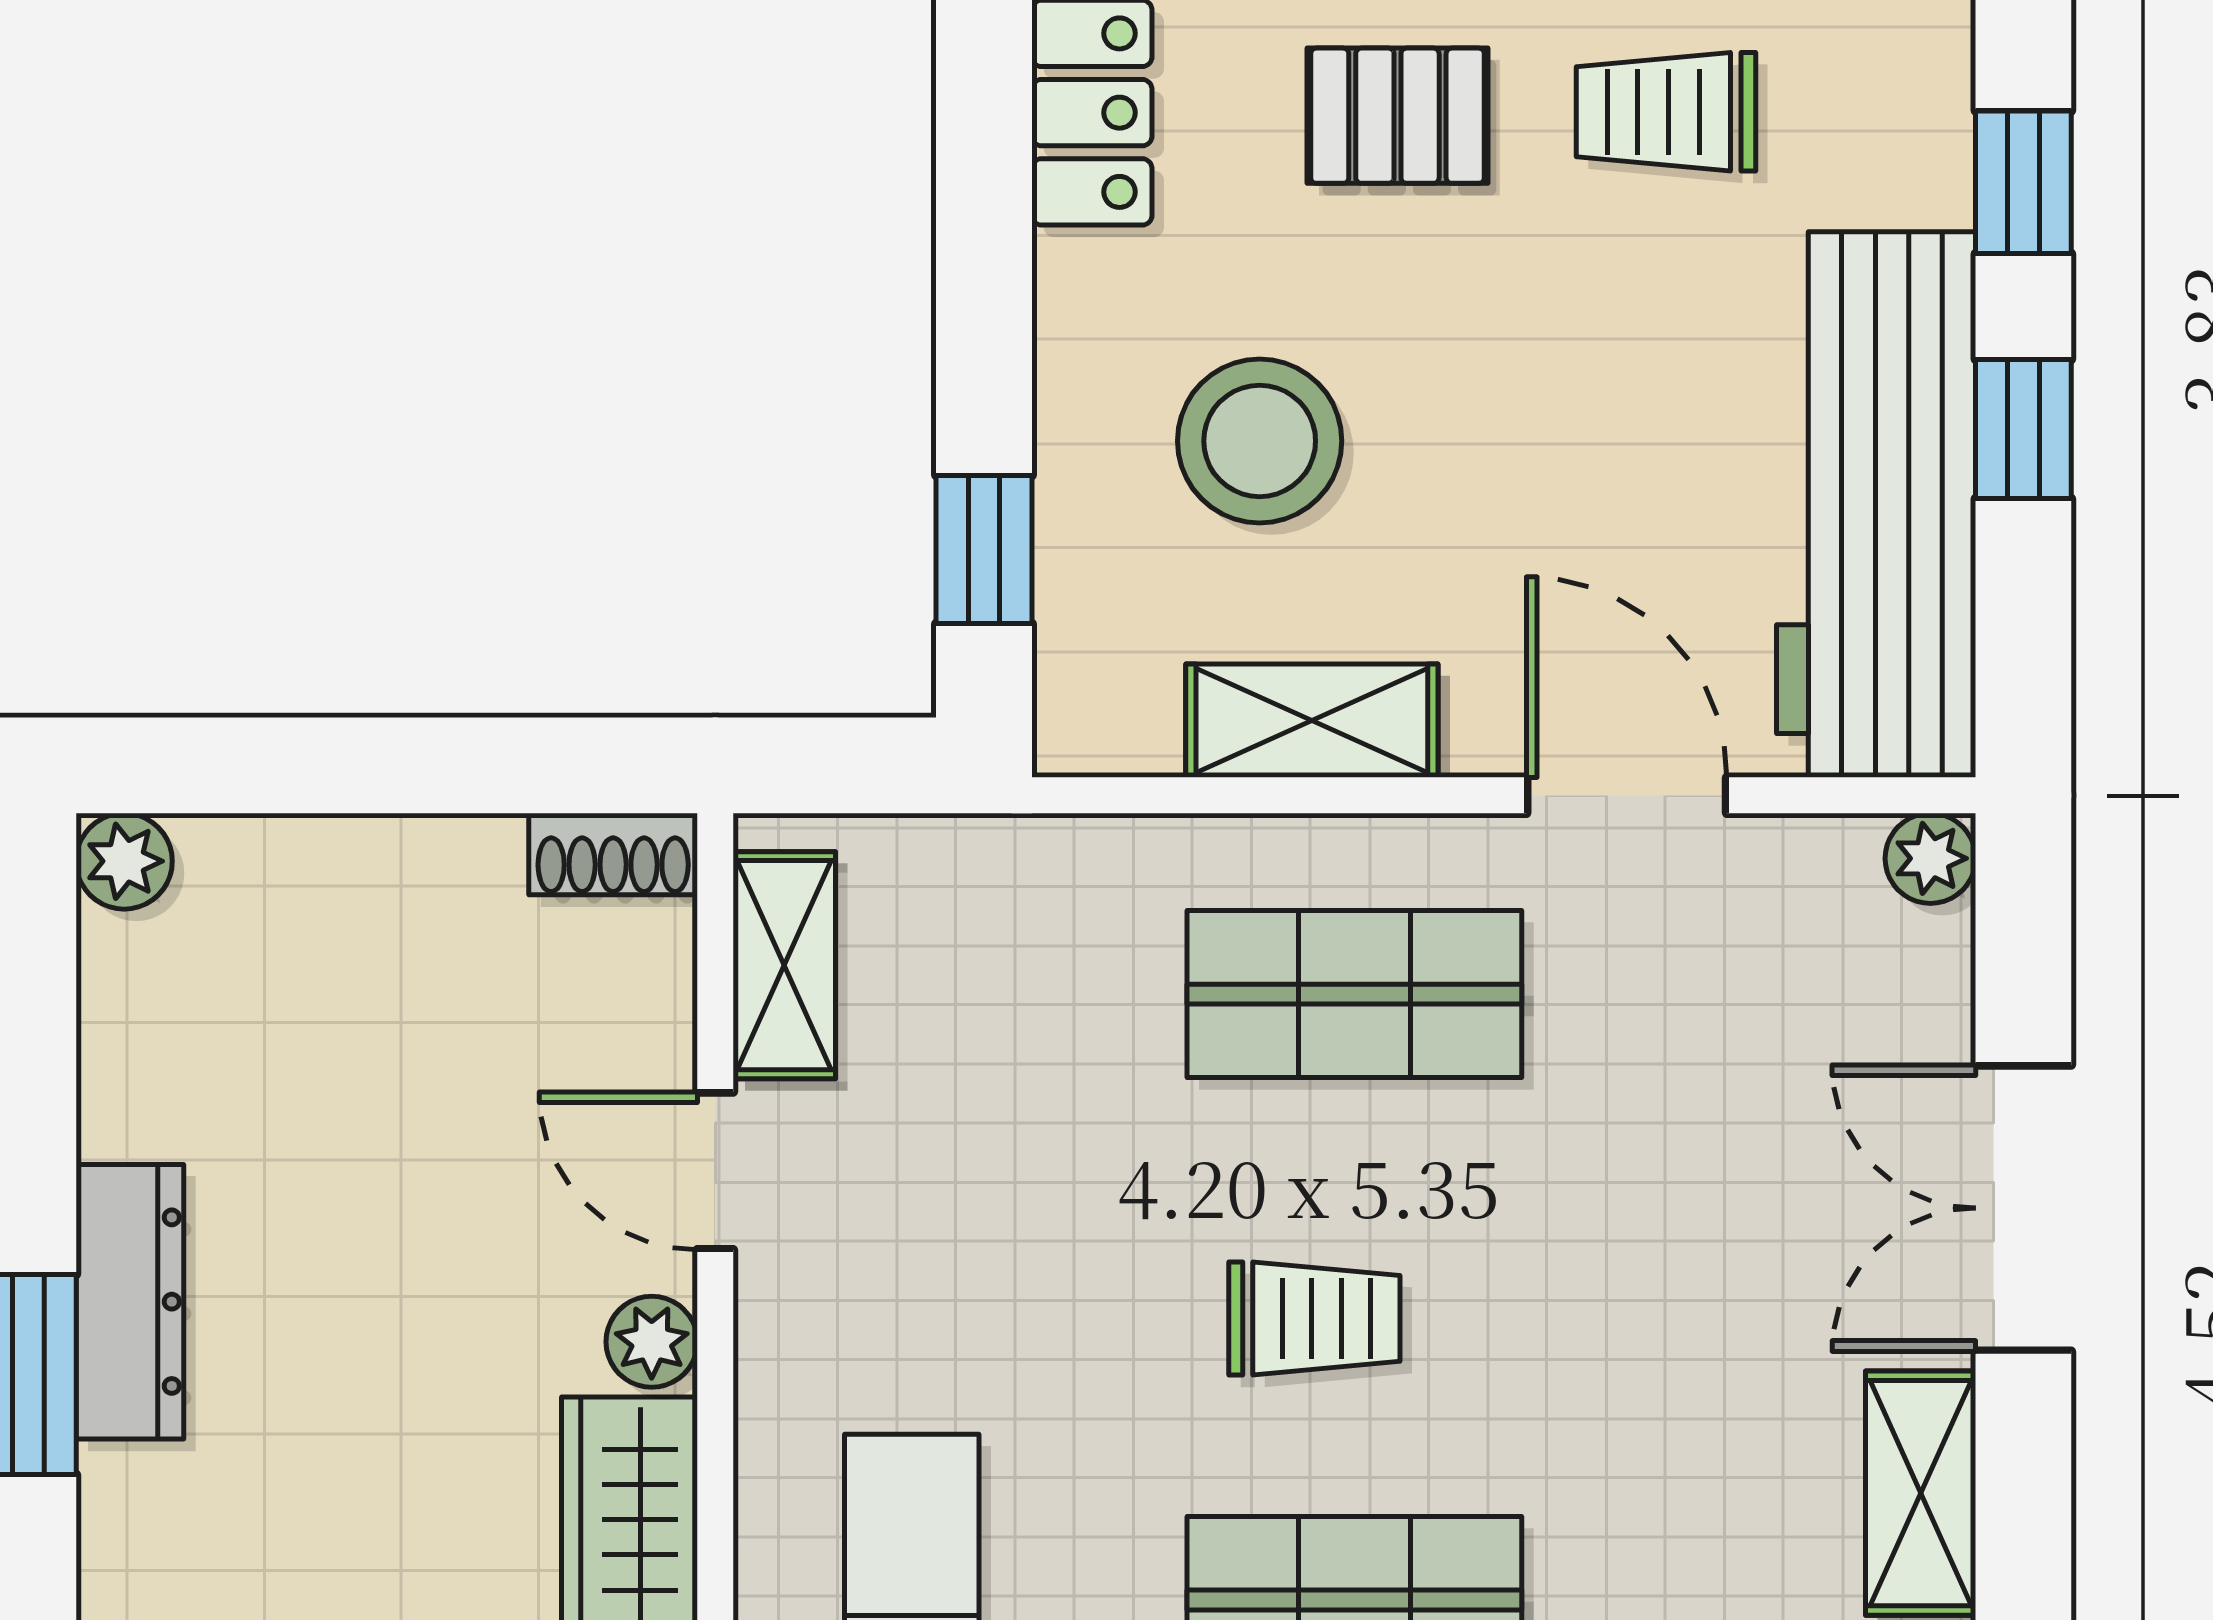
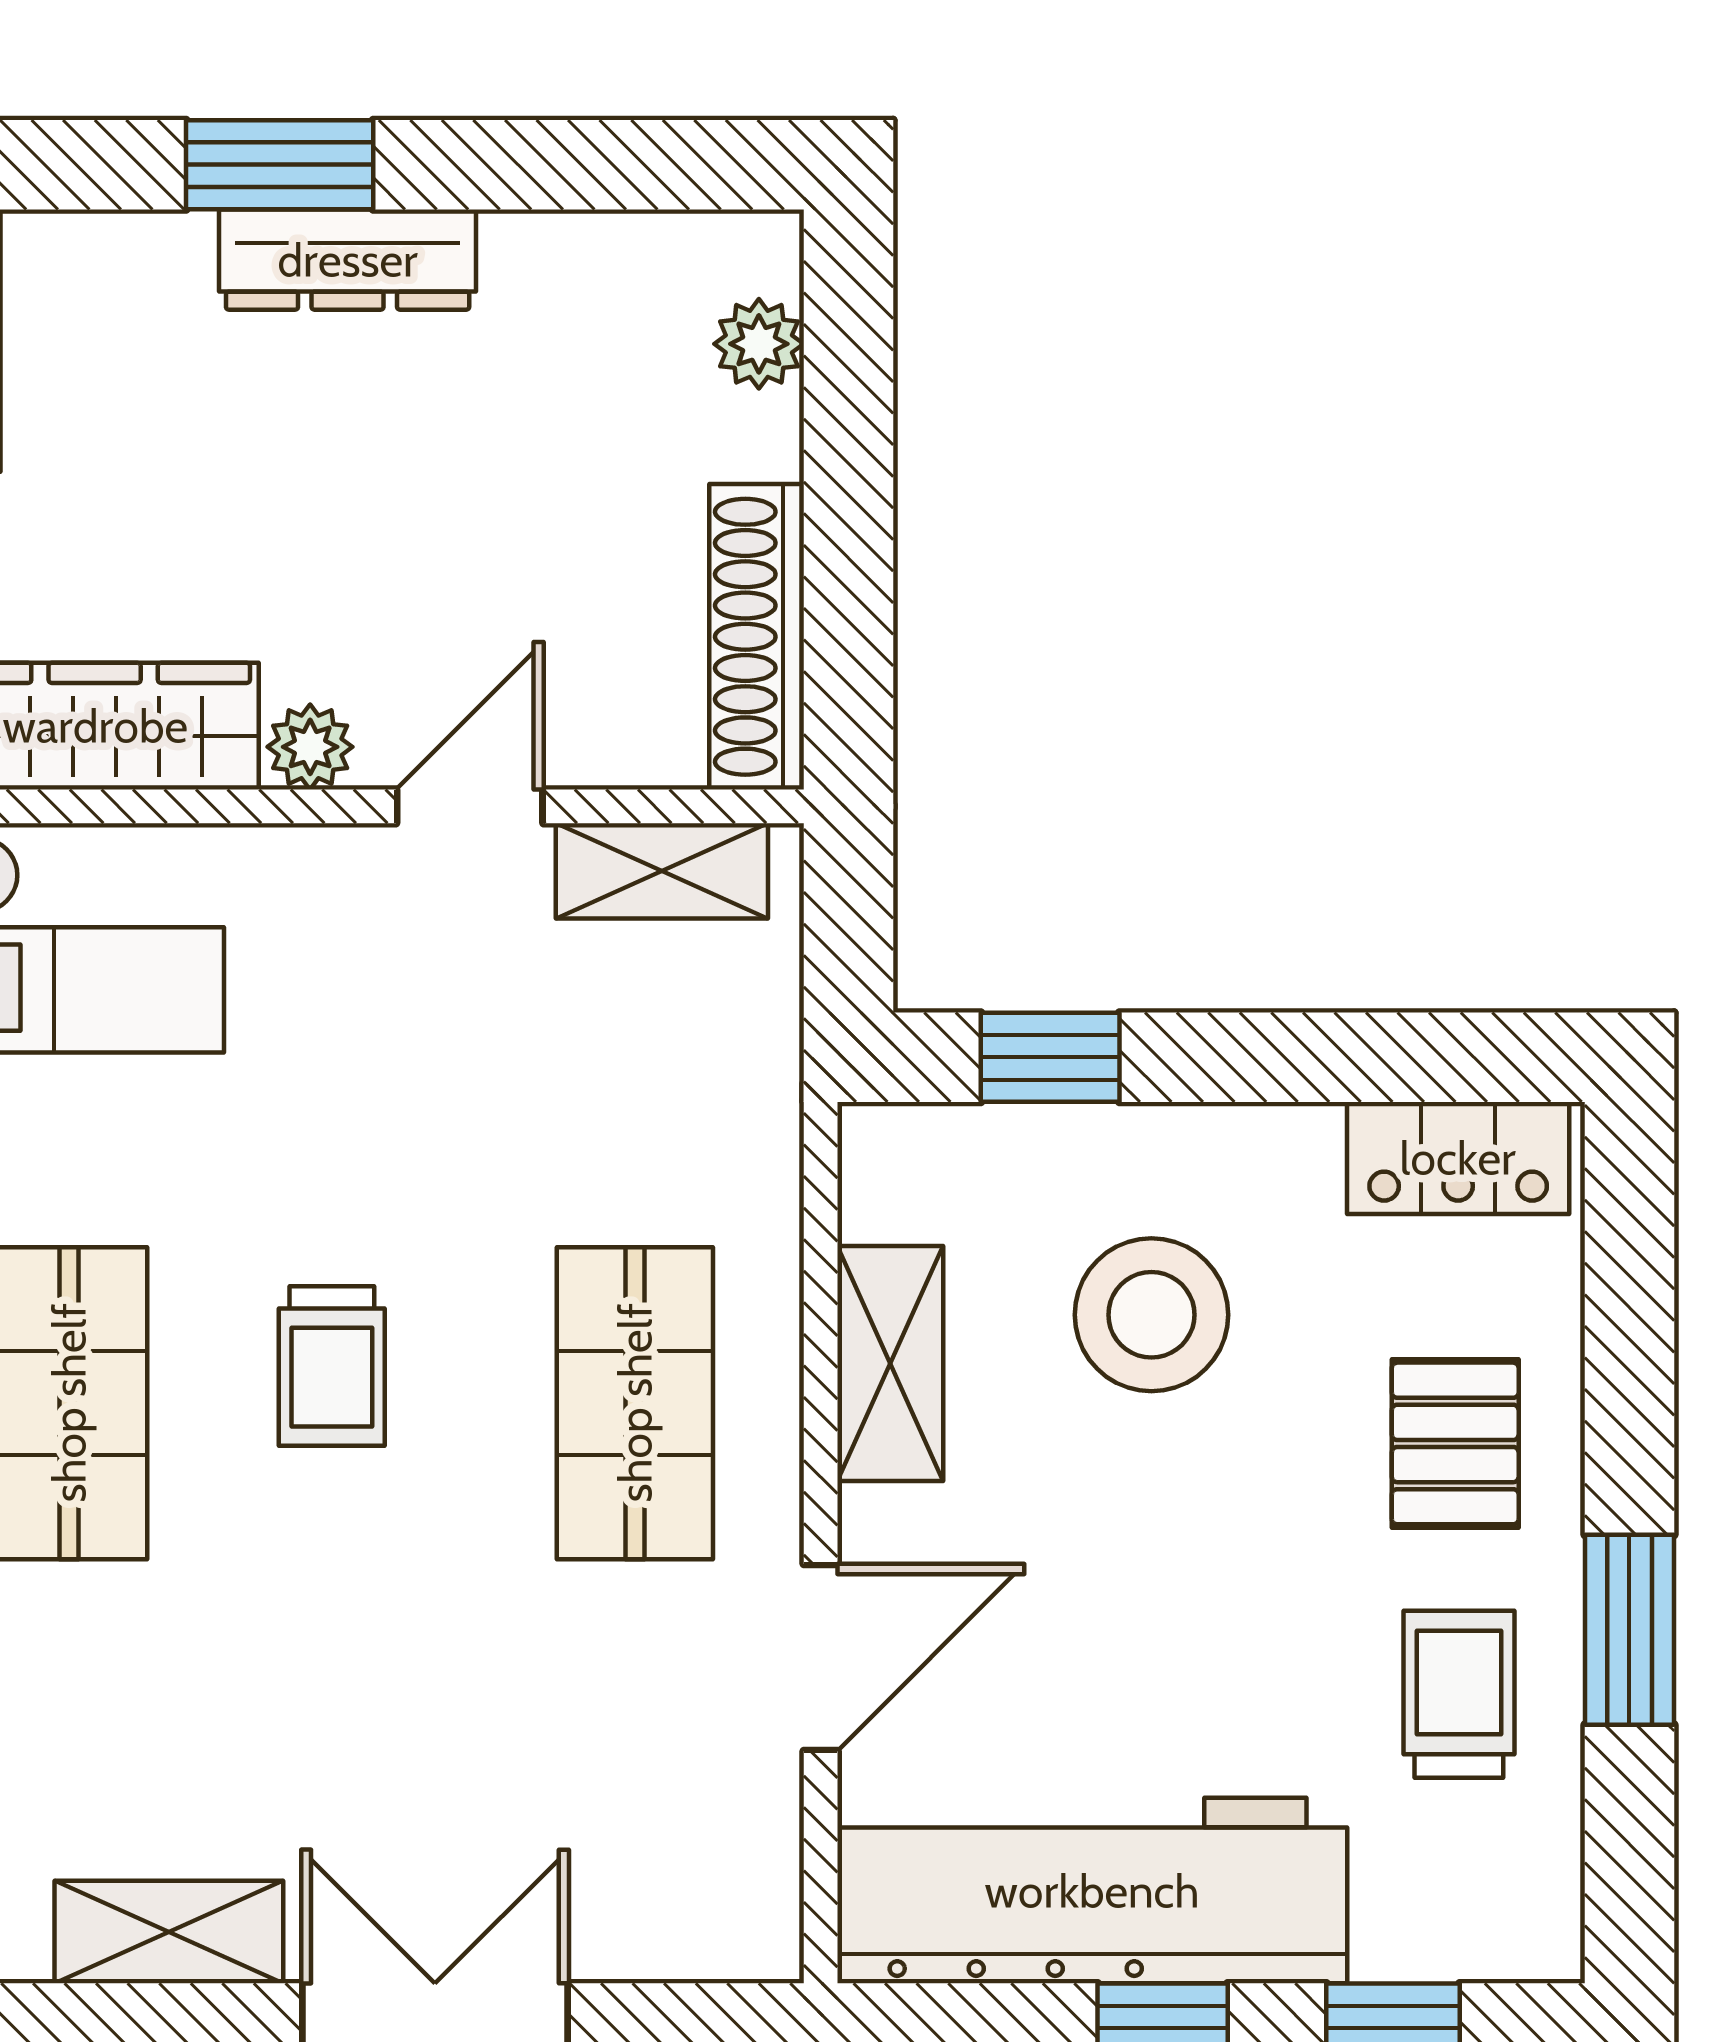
shoe rack: (613, 854) -> (757, 637), width x1.94, depth x1.24
plant: (1930, 858) -> (762, 1941), removed
plant: (124, 861) -> (759, 344), moved

